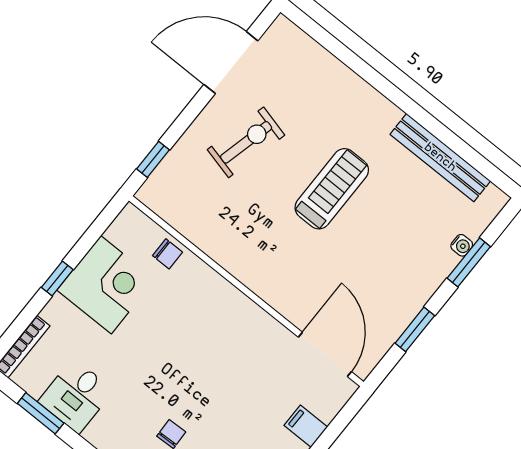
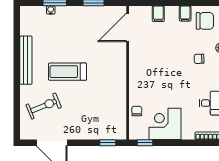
exercise bike: (246, 142) -> (44, 106), moved, turned 144
bench: (440, 158) -> (26, 60), moved
window: (57, 279) -> (145, 143), moved

